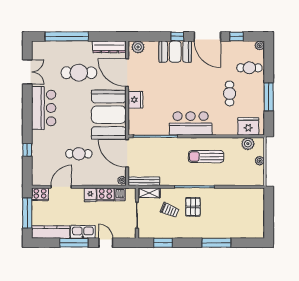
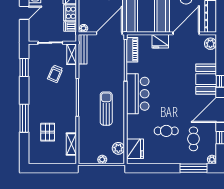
cafe table: (249, 68) -> (193, 139), moved
window: (269, 97) -> (193, 168), moved
piano: (144, 129) -> (132, 50), added
shelving: (243, 193) -> (71, 144), added
pallet: (193, 207) -> (48, 132), moved, turned 90

